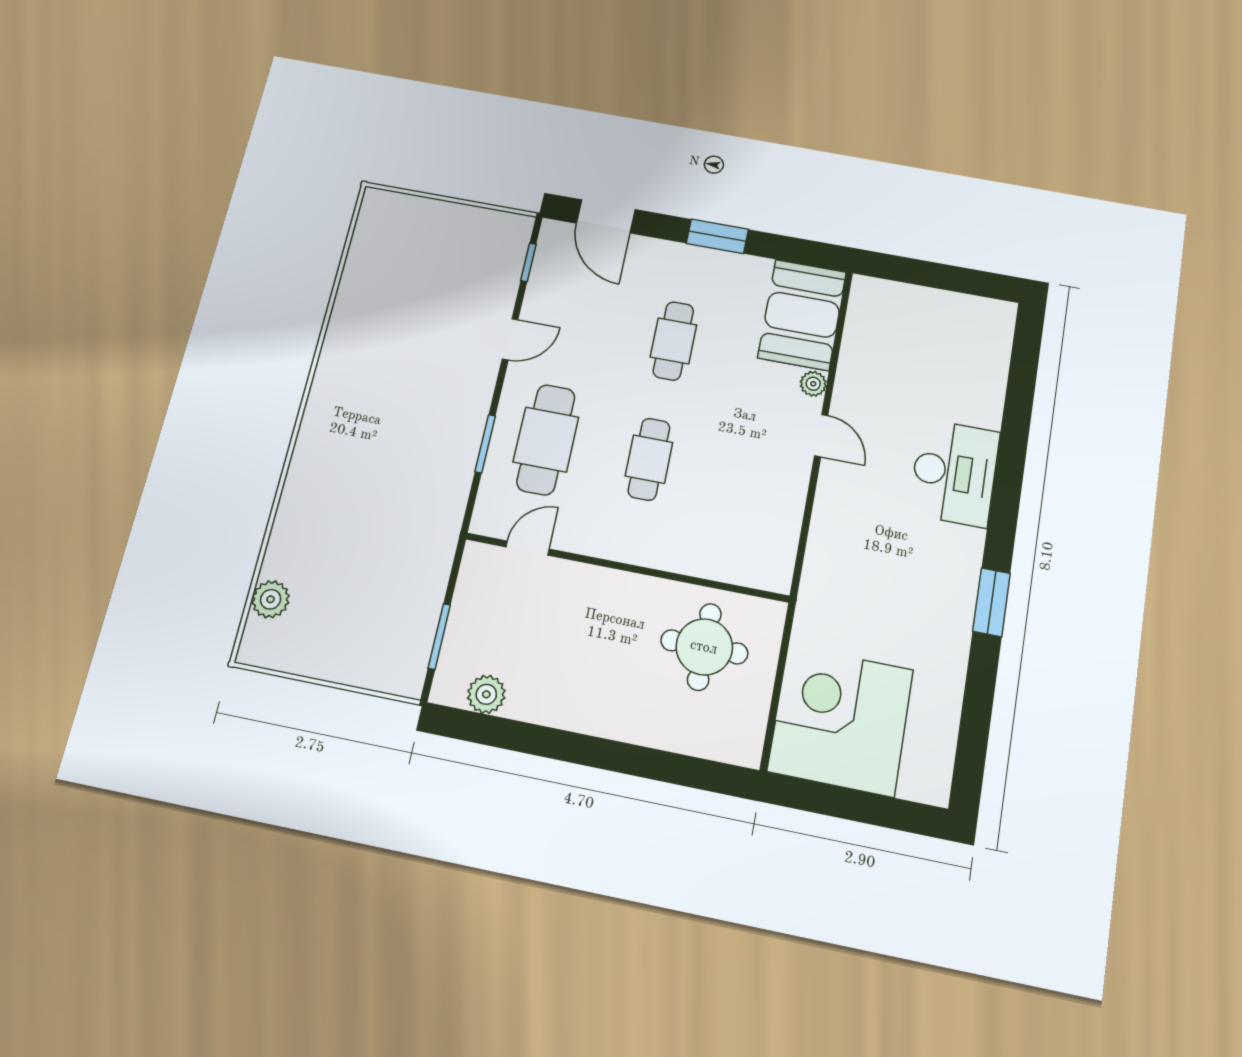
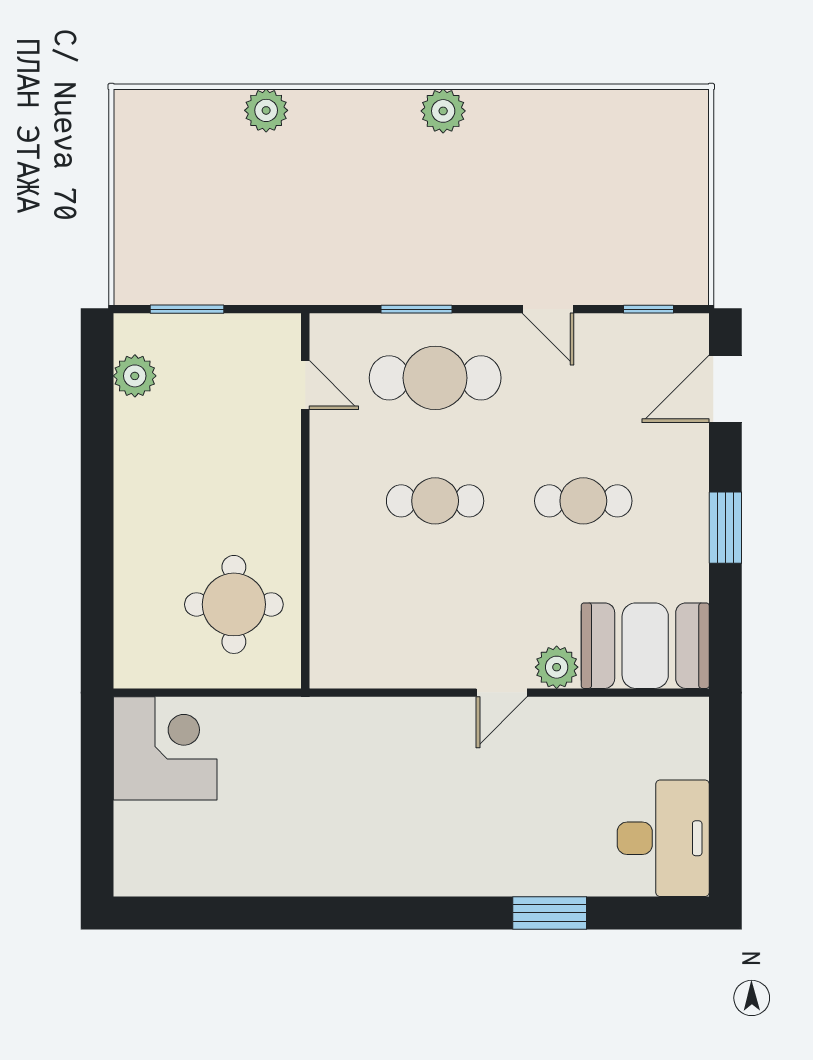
plant: (813, 384) -> (557, 667), width x1.38, depth x1.38
plant: (328, 391) -> (443, 111), added
desk: (954, 473) -> (663, 838), moved, turned -90
plant: (271, 599) -> (266, 110), moved
window: (992, 602) -> (550, 913), moved
corner desk: (841, 720) -> (165, 748), width x0.74, depth x0.74

